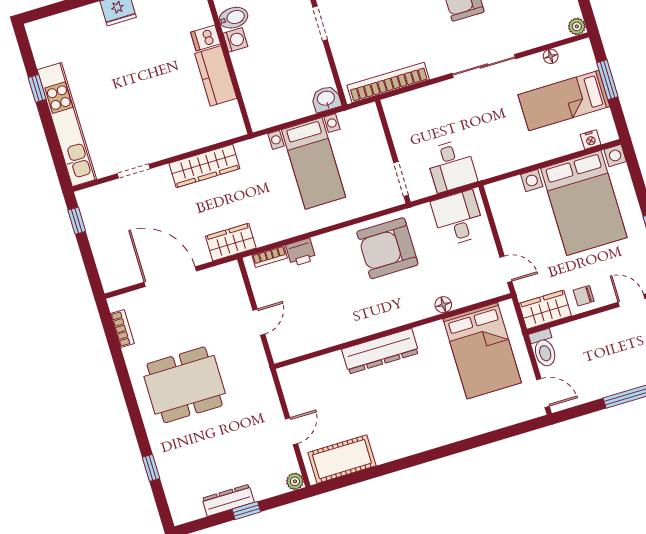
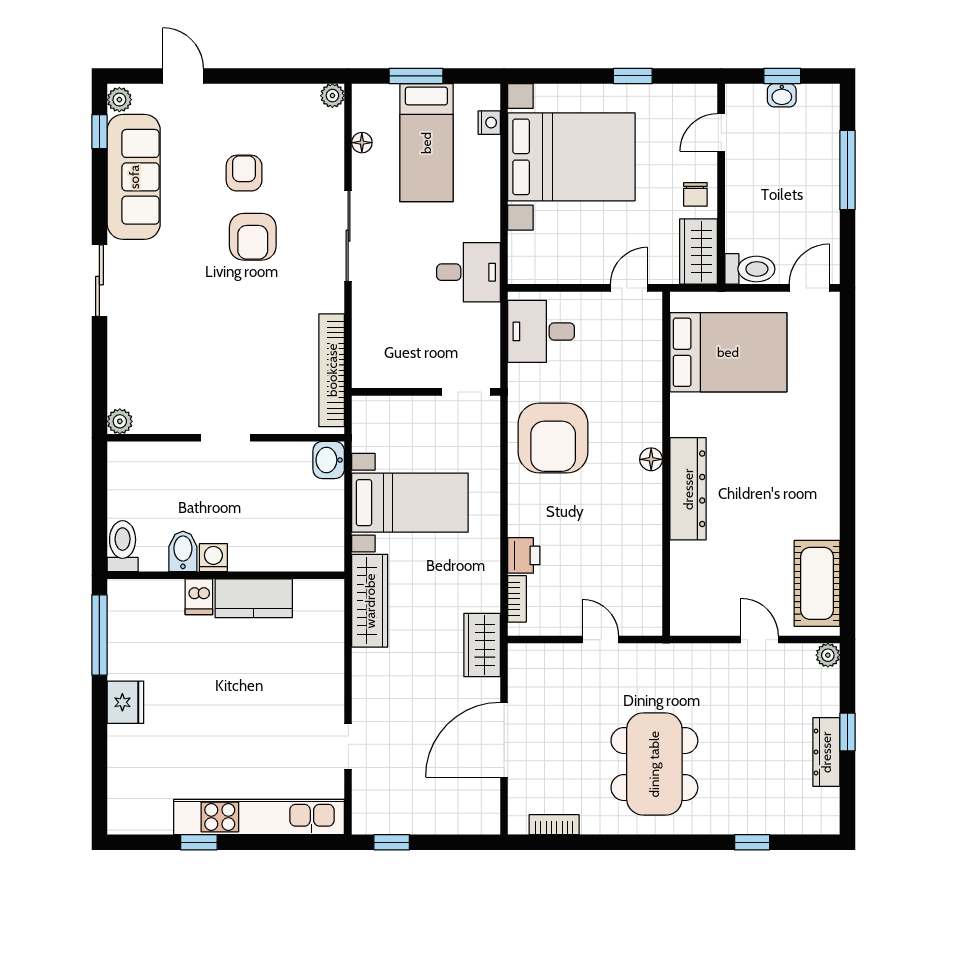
wardrobe: (204, 166) -> (370, 601), moved
desk: (451, 166) -> (468, 272), moved
floor lamp: (443, 305) -> (651, 459), moved

